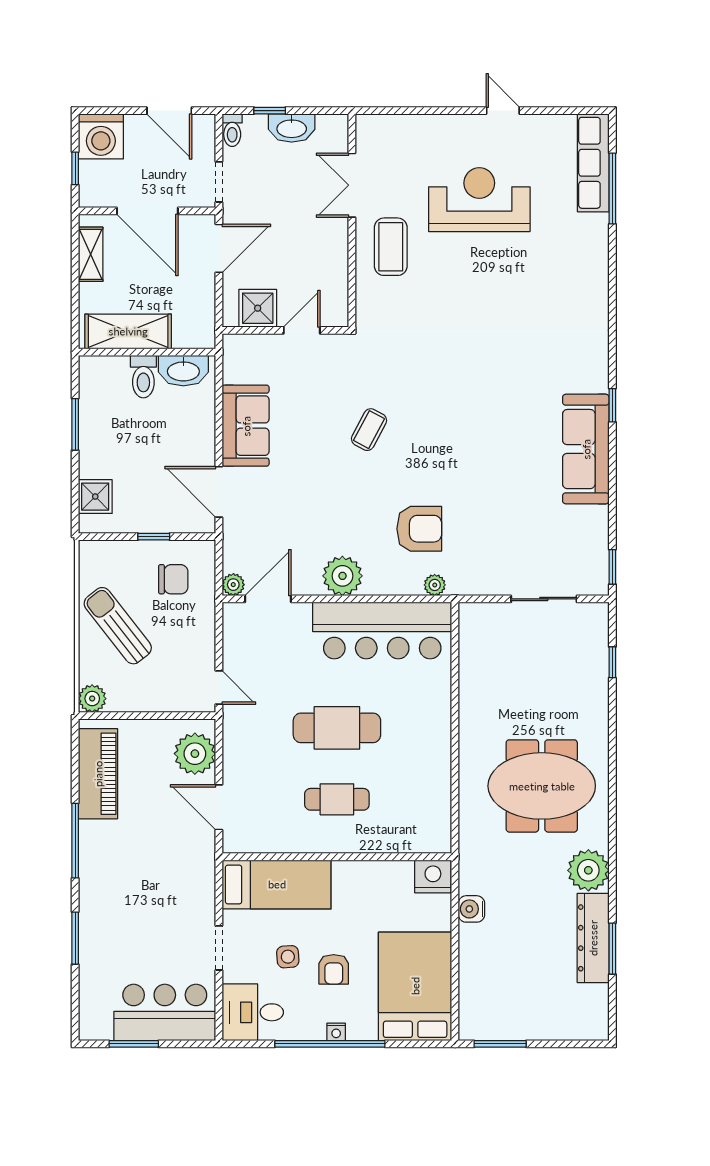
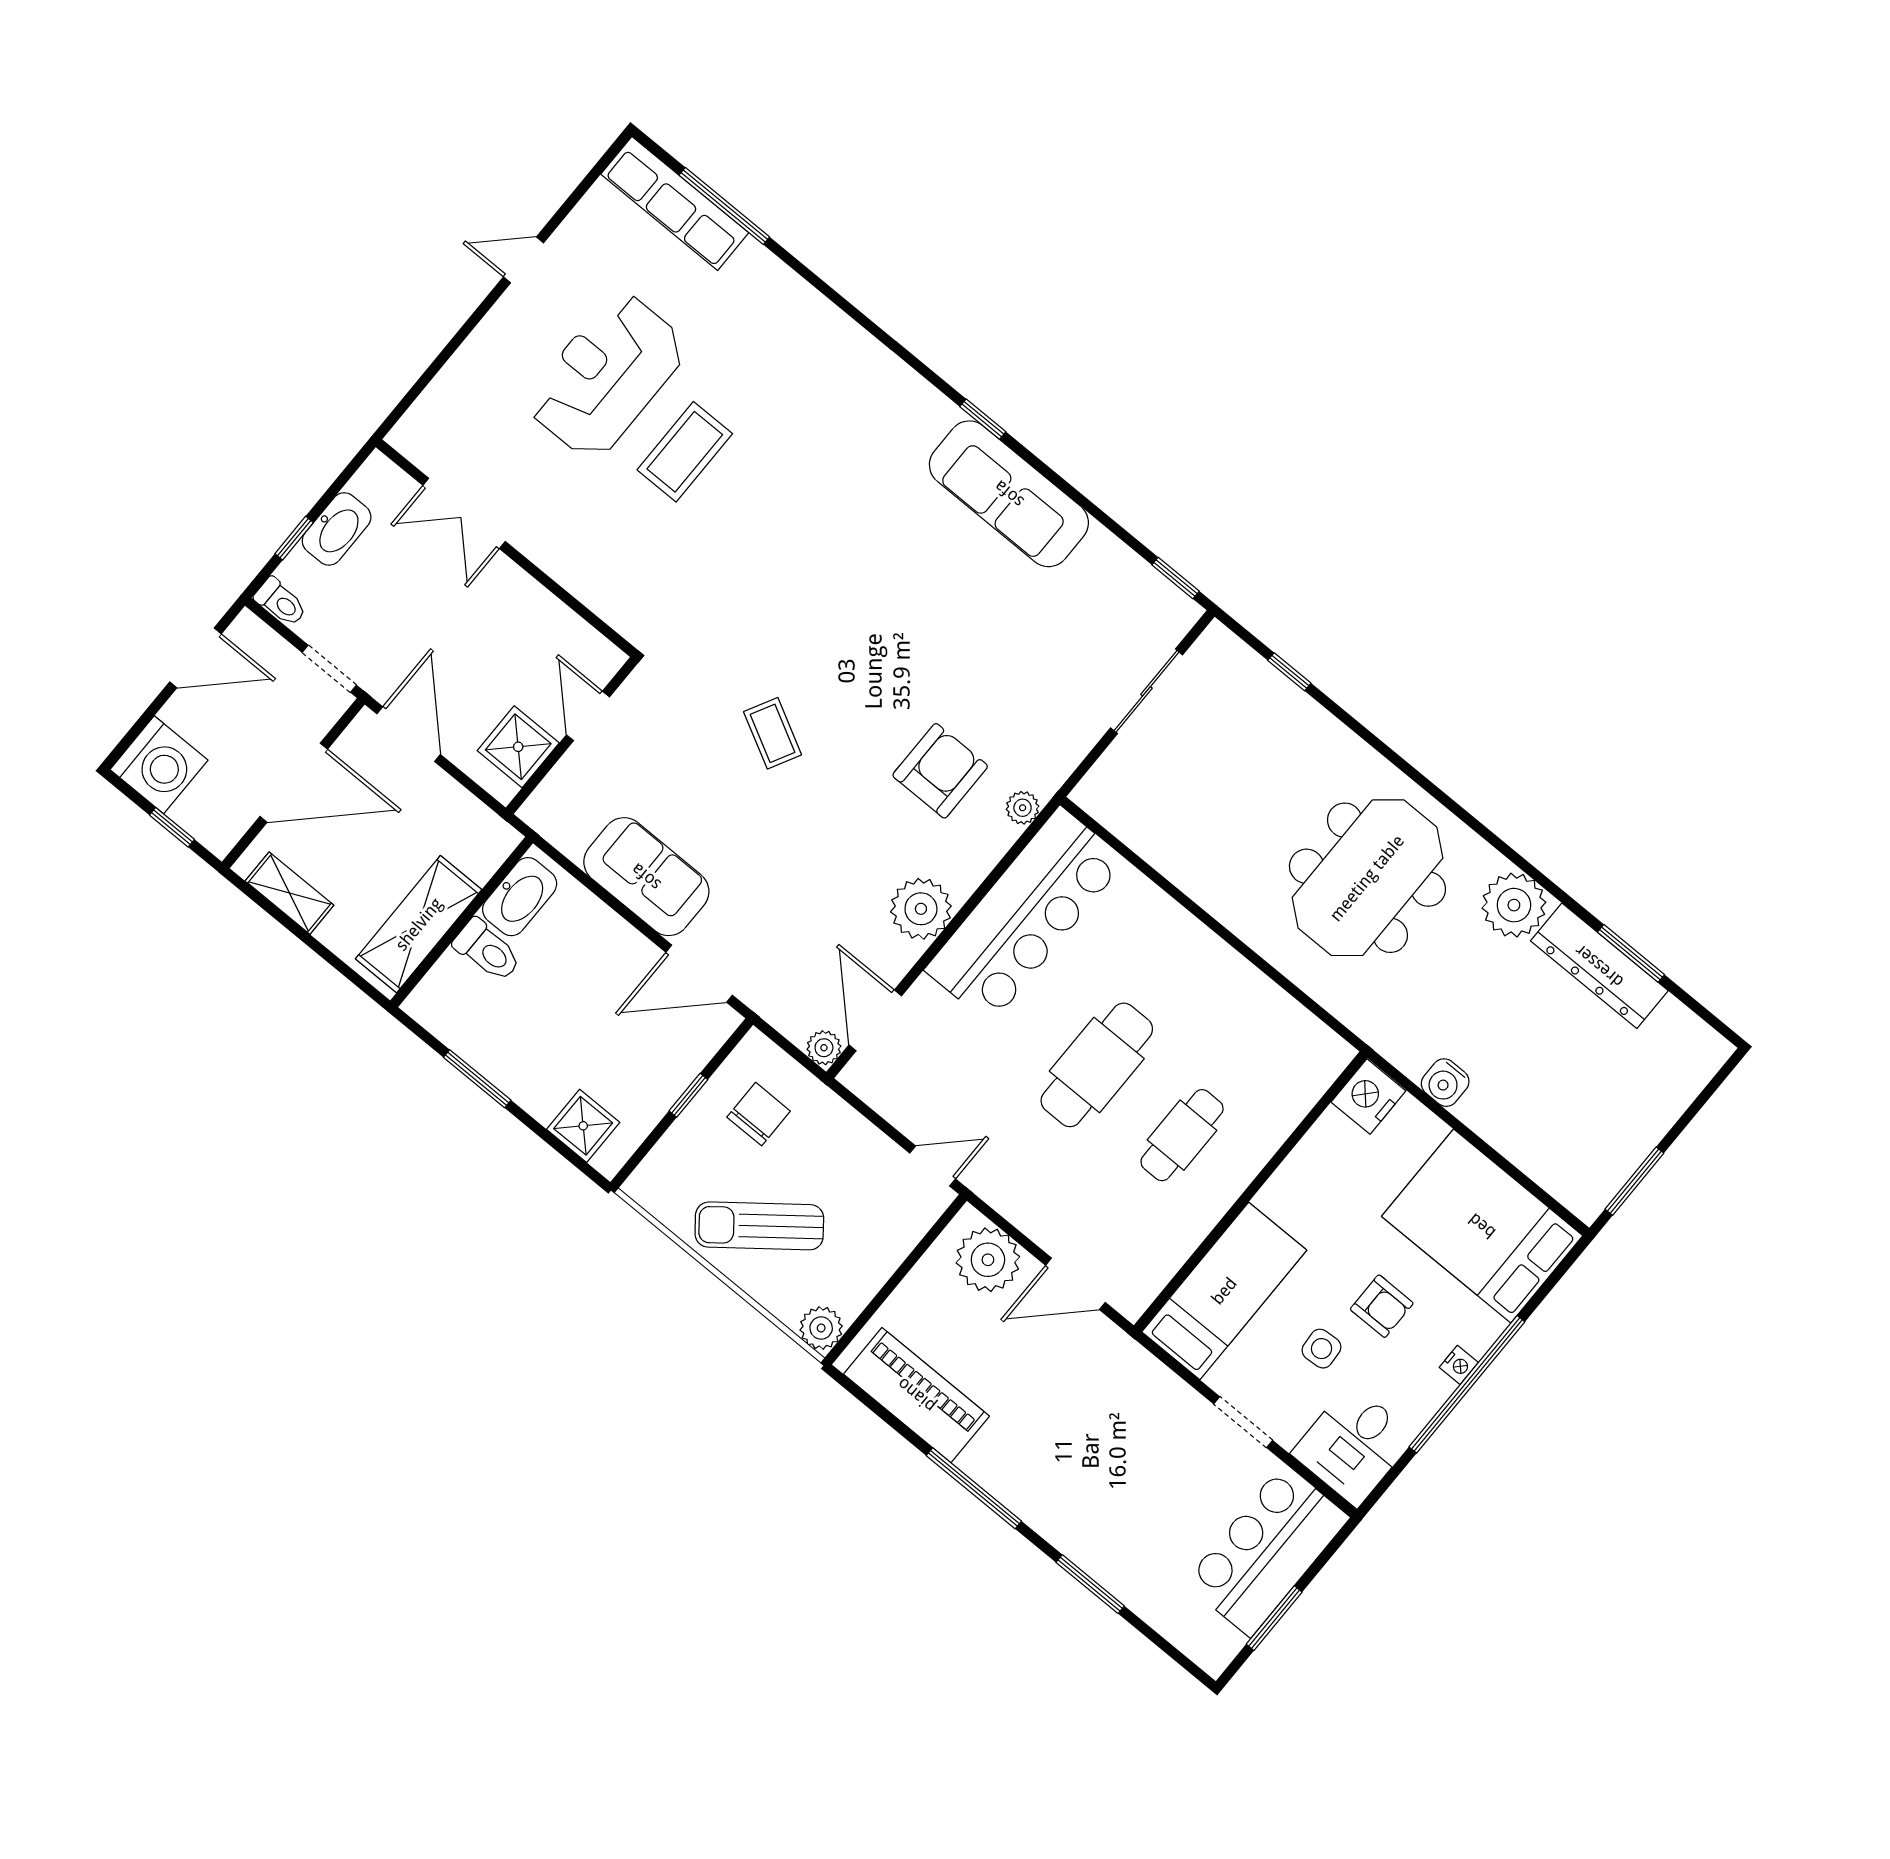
coffee table: (391, 247) -> (685, 452), moved, turned 90

